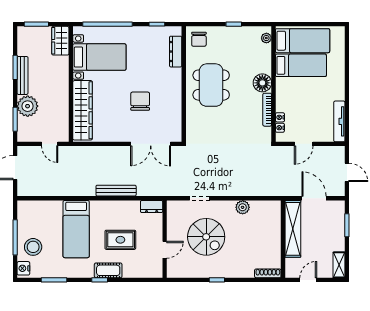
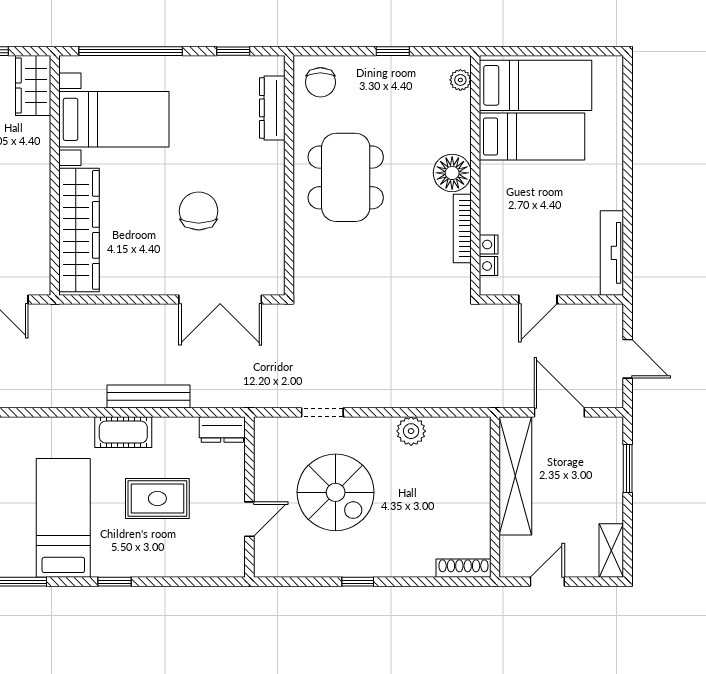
bed: (76, 229) -> (63, 518), moved, turned 180
cot: (108, 270) -> (123, 432), moved

